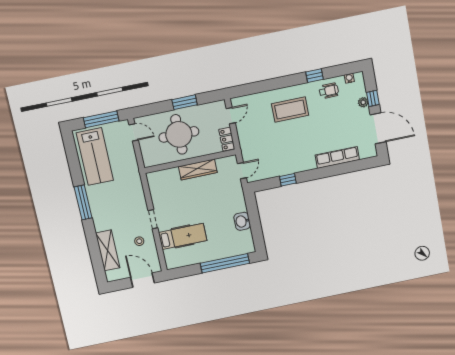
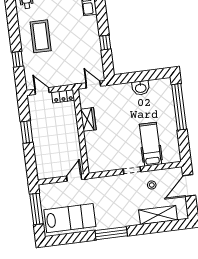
window: (314, 76) -> (18, 59), moved
door: (134, 132) -> (74, 178), moved
round table: (179, 134) -> (56, 140), removed
wardrobe: (198, 169) -> (88, 119), width x0.67

